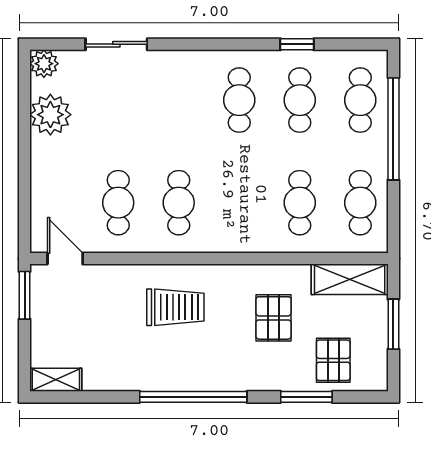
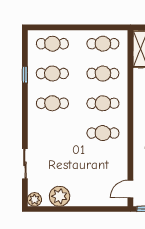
window: (393, 129) -> (67, 27), removed
cafe table: (118, 203) -> (103, 103), moved

